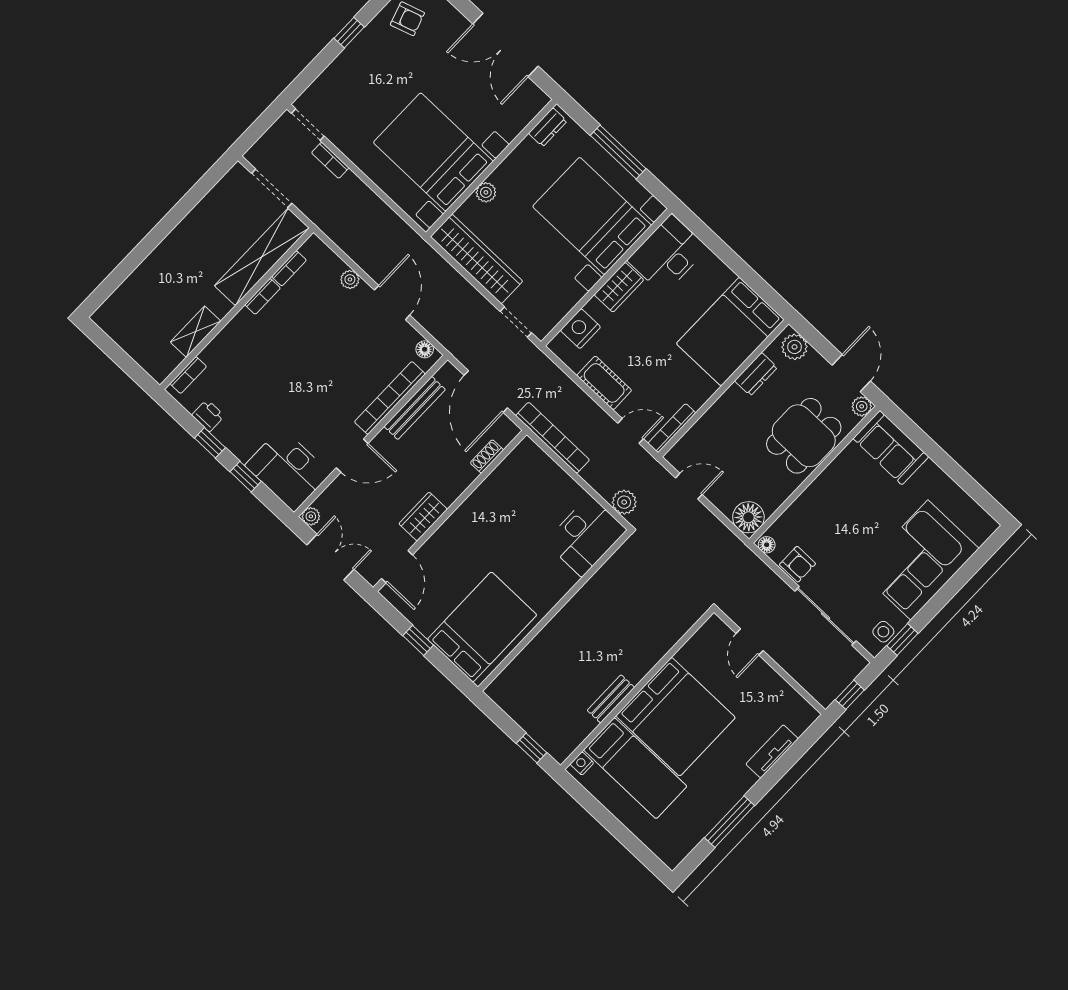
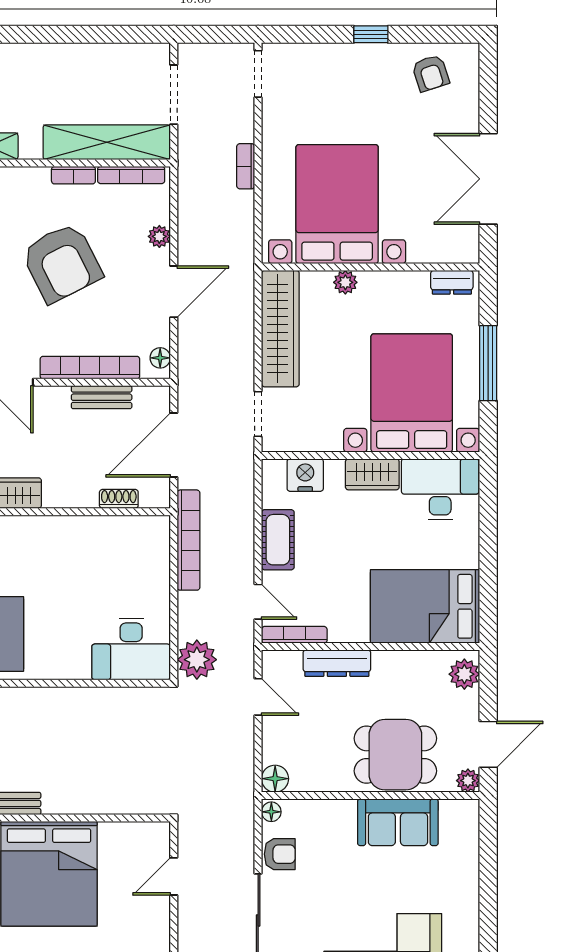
bookcase: (330, 160) -> (246, 166), moved
bookcase: (289, 268) -> (131, 175), width x1.56
armchair: (309, 354) -> (62, 263), added
dresser: (756, 374) -> (337, 663), moved, width x1.44
bench: (415, 408) -> (102, 397), width x0.73
sofa: (891, 448) -> (398, 822), moved, turned -90
plant: (624, 502) -> (197, 660), width x1.36, depth x1.36
floor lamp: (748, 517) -> (275, 779), width x0.73, depth x0.73
armchair: (797, 564) -> (280, 854), turned -90

